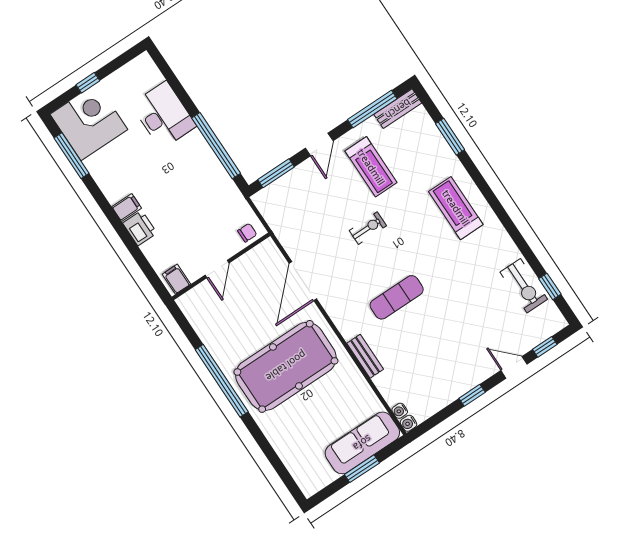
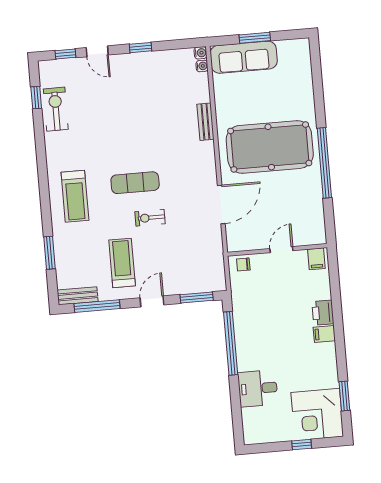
desk: (164, 115) -> (258, 388), width x0.73
window: (72, 156) -> (344, 396), width x0.69
exercise mat: (397, 297) -> (135, 183), moved

